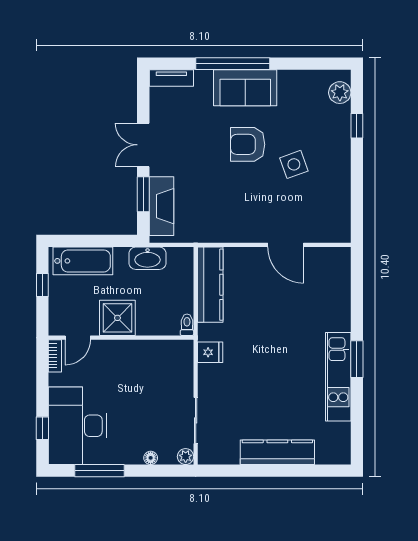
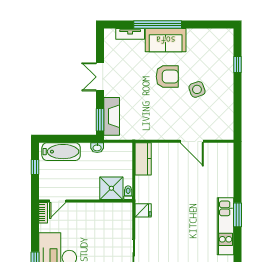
tv unit: (171, 78) -> (130, 34), moved
plant: (340, 93) -> (227, 43), removed
armchair: (248, 144) -> (167, 77), turned 180
window: (143, 194) -> (100, 120), moved
washbasin: (148, 258) -> (97, 148), width x0.52, depth x0.69
kitchen counter: (210, 285) -> (143, 159), width x0.67
shower: (117, 318) -> (111, 188), moved

